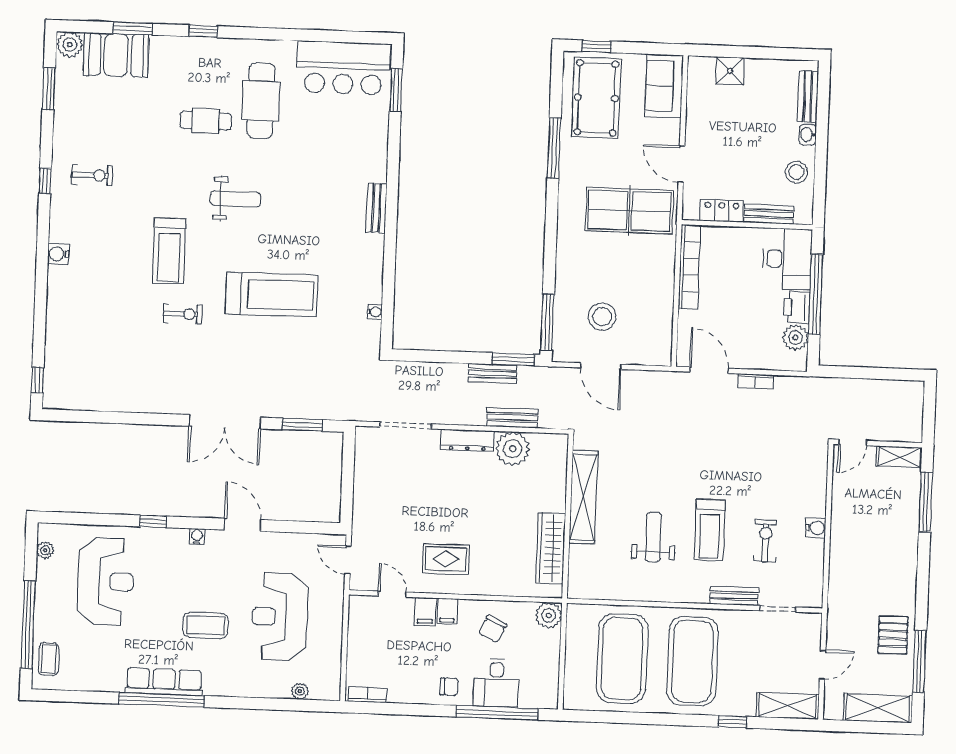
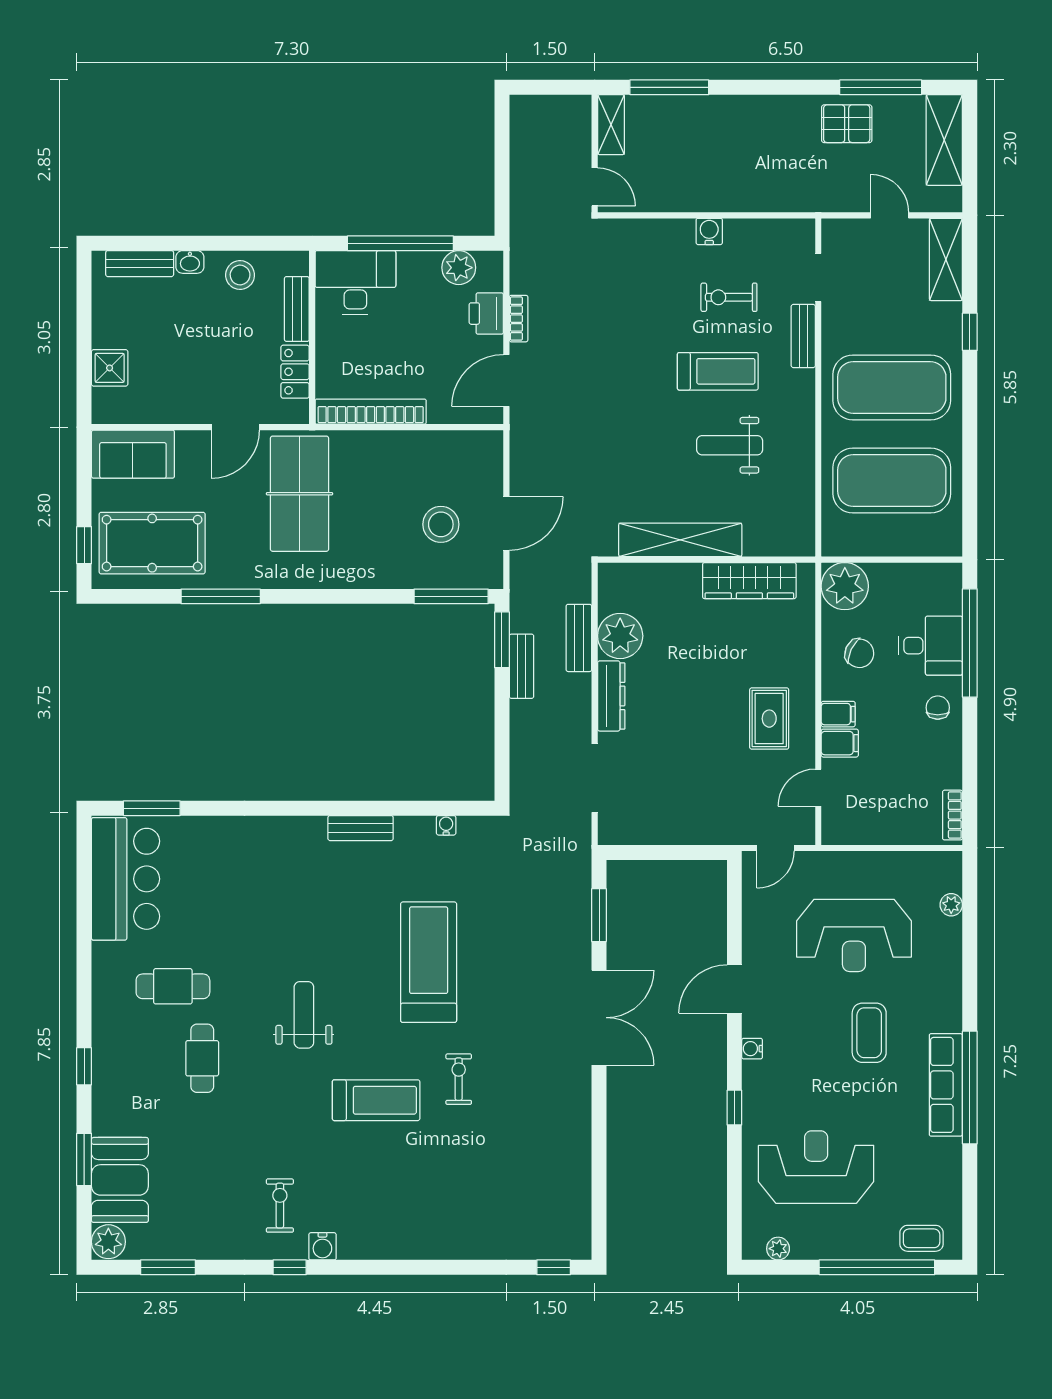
cafe table: (261, 101) -> (173, 986), width x0.73, depth x0.74
bench: (376, 208) -> (361, 828), moved
water cooler: (58, 254) -> (322, 1246), moved
printer: (797, 307) -> (486, 314), moved, turned 90
plant: (549, 615) -> (845, 586), width x1.36, depth x1.36

